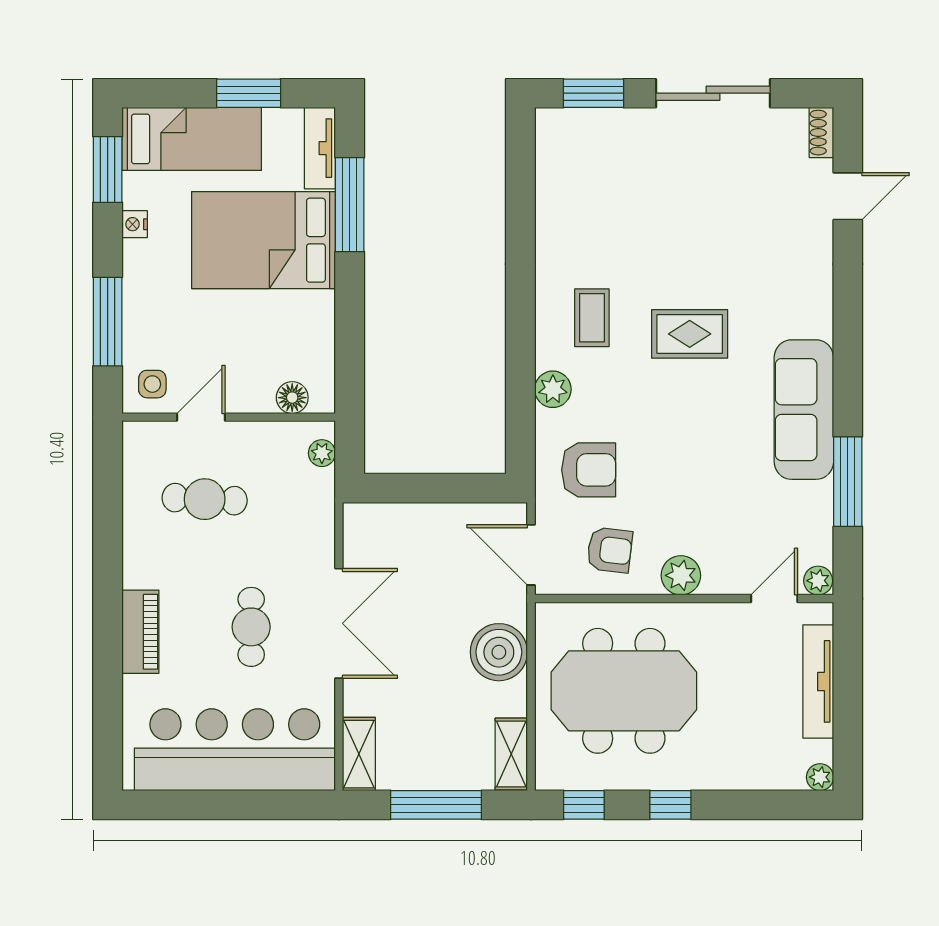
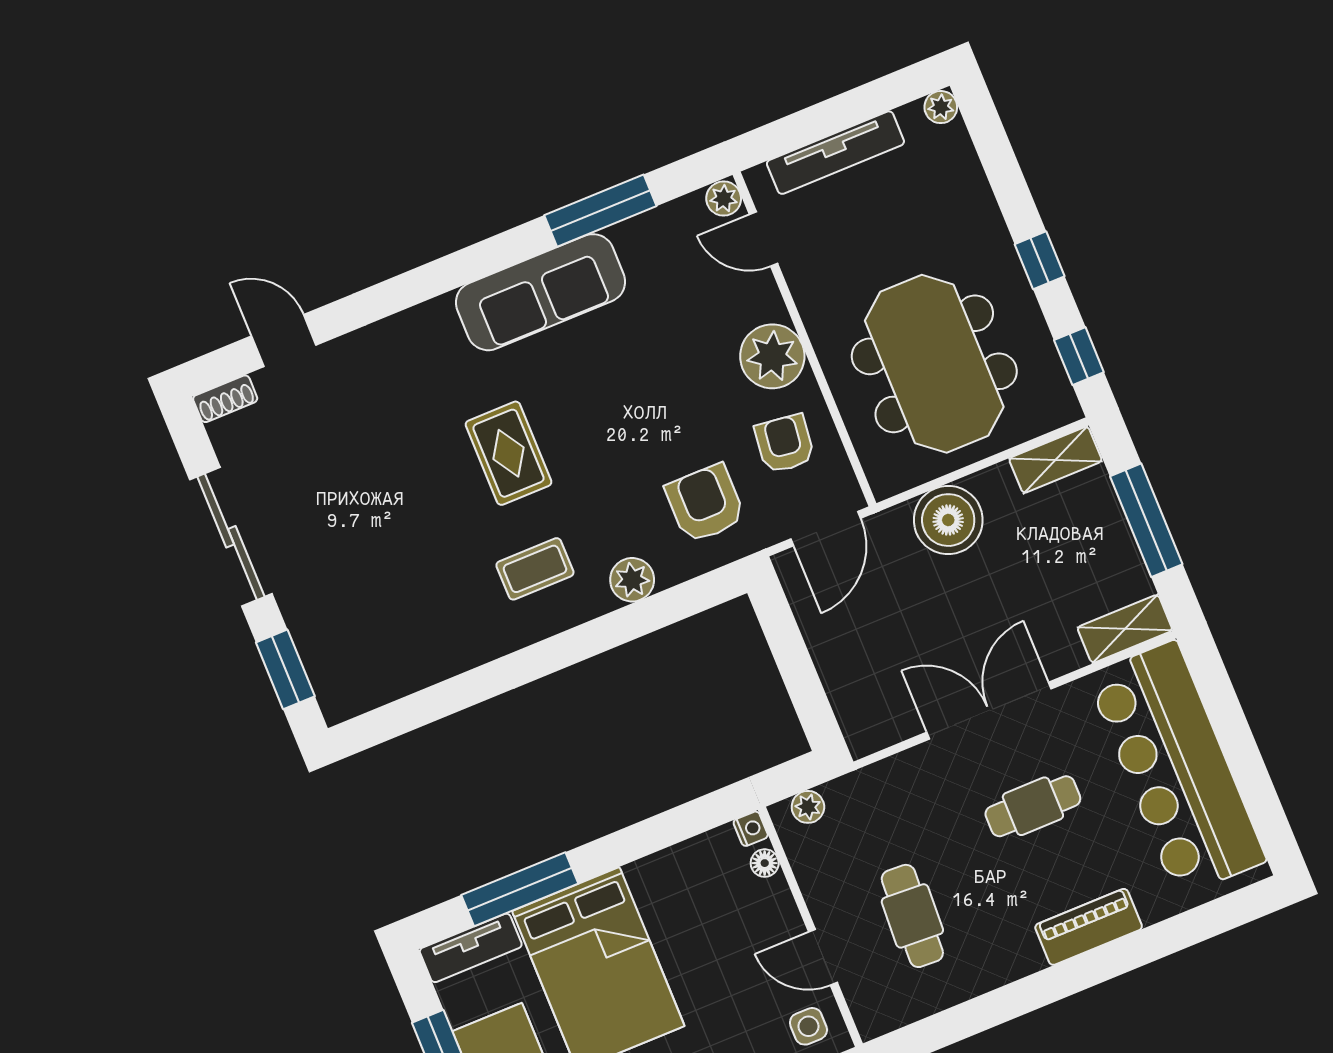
floor lamp: (292, 398) -> (765, 863), width x0.73, depth x0.73
nightstand: (323, 402) -> (751, 829), added
plant: (681, 575) -> (772, 356), width x1.36, depth x1.36

